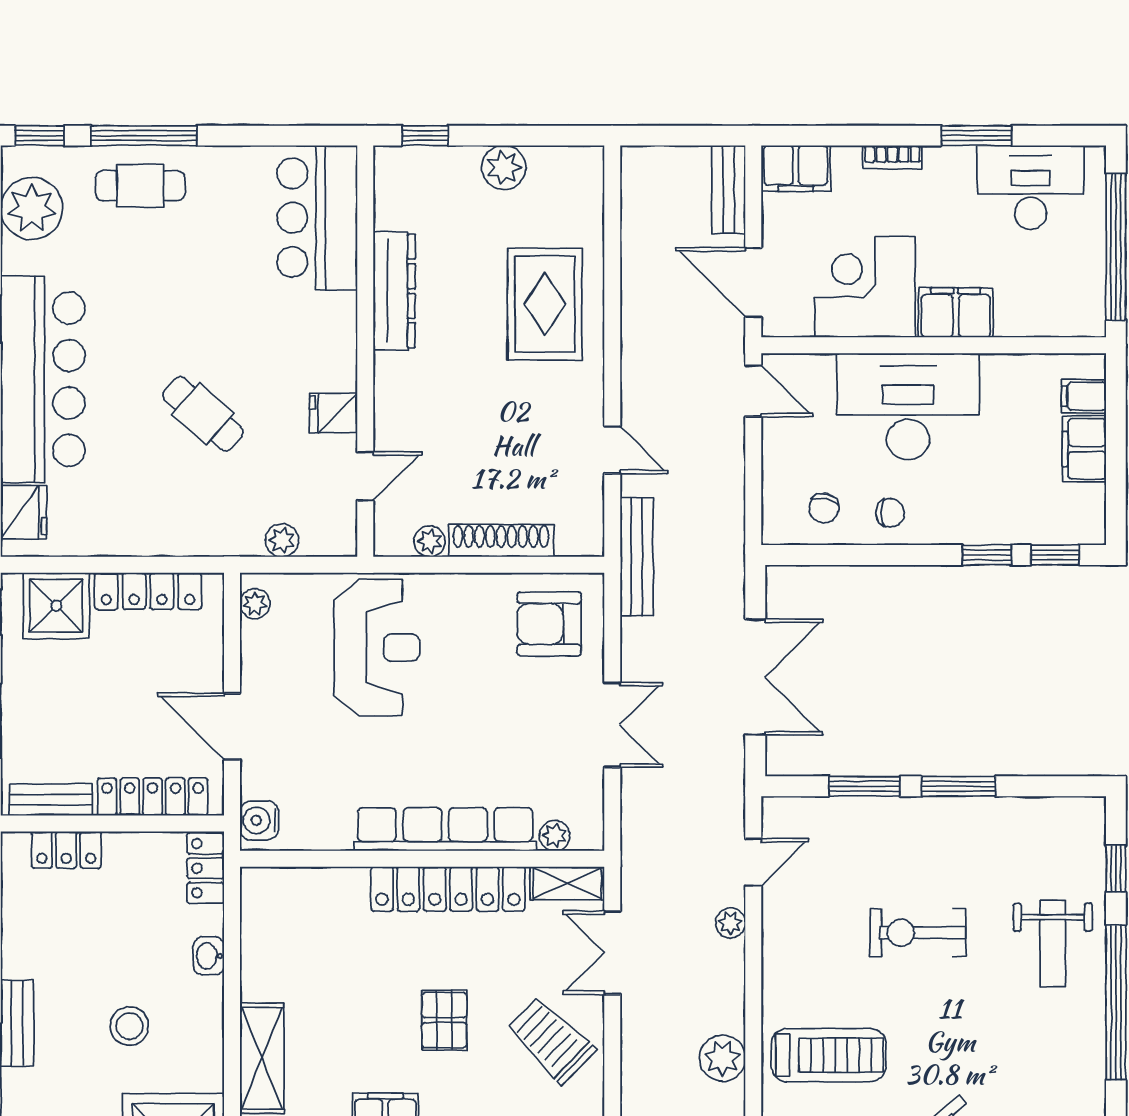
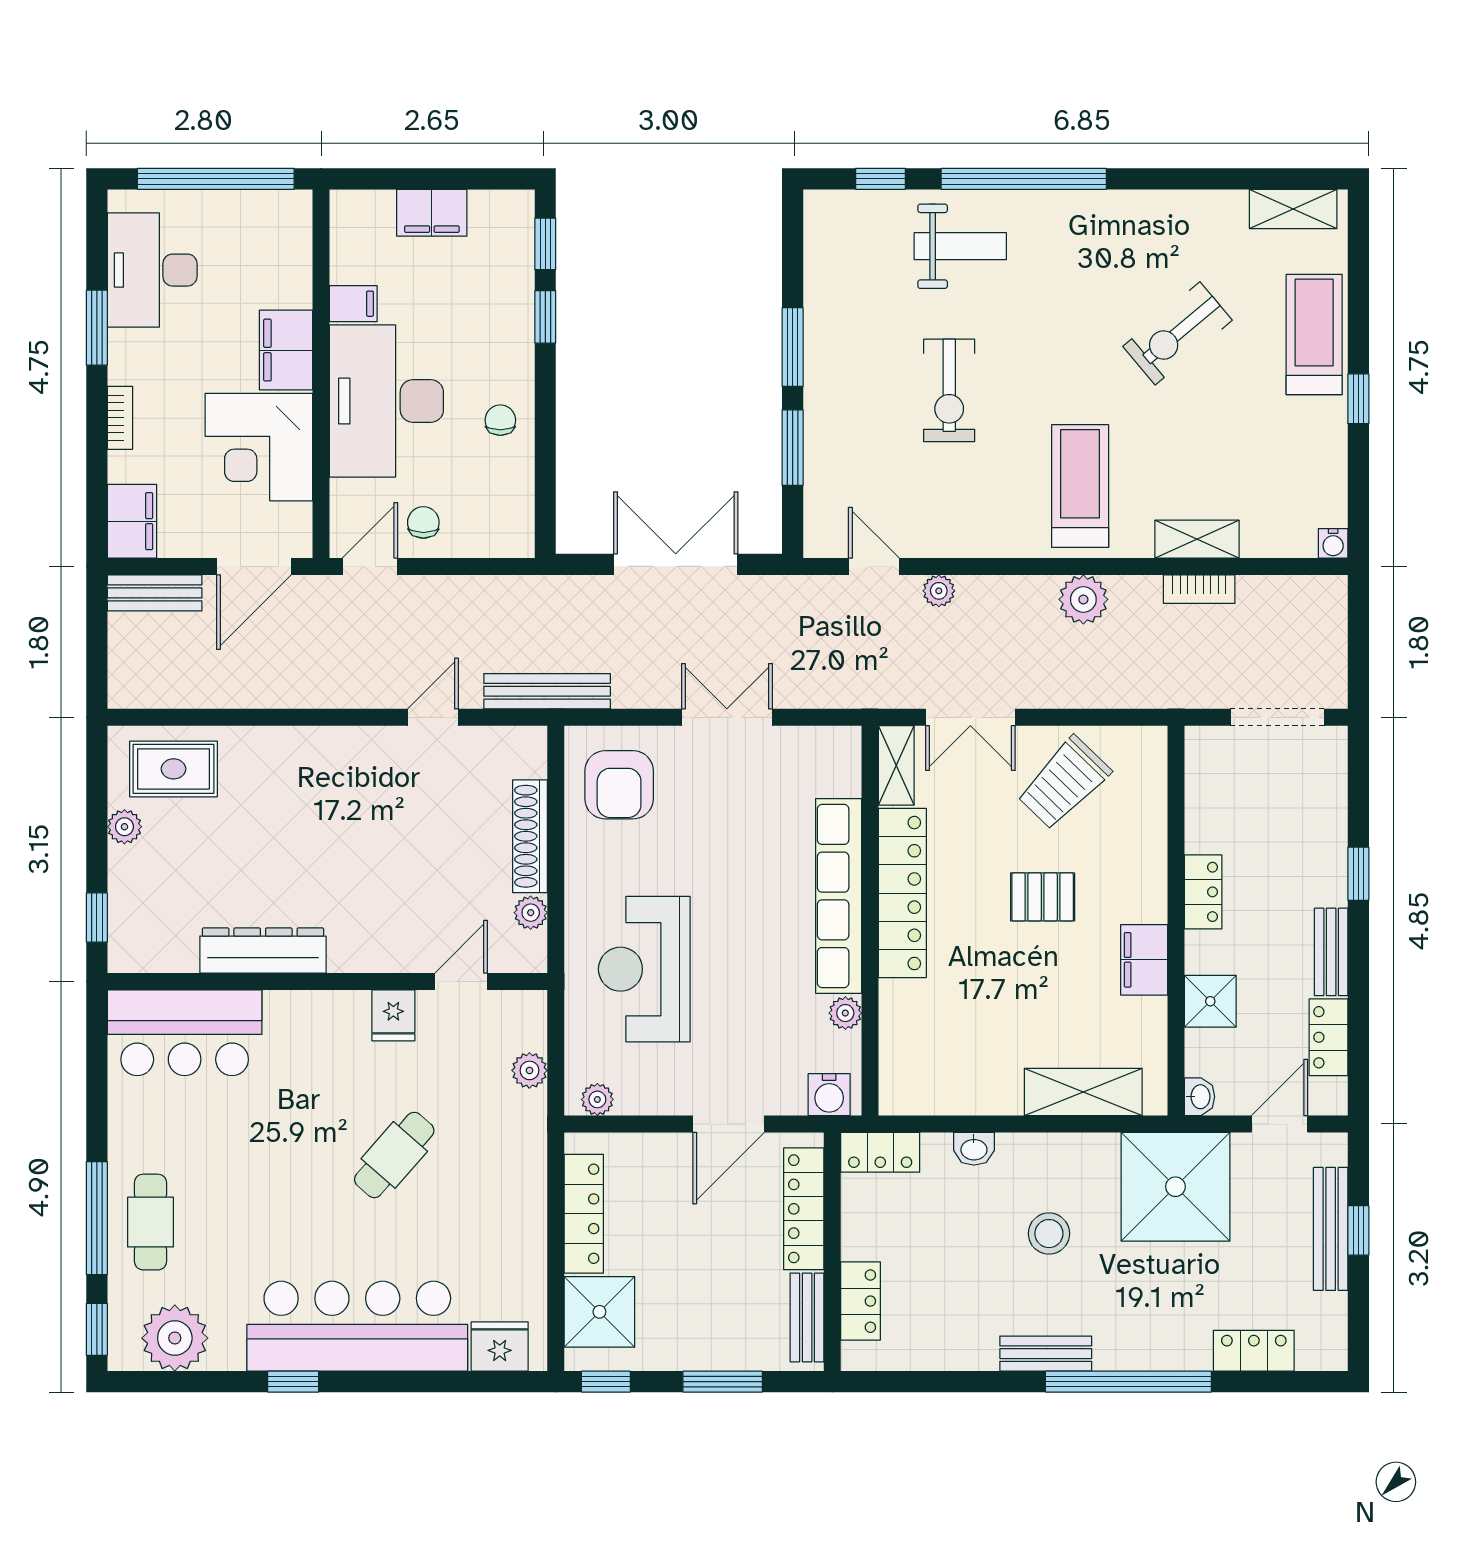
plant: (504, 167) -> (124, 827), width x0.73, depth x0.73
rug: (545, 304) -> (174, 769), moved, width x0.73, depth x0.70
filing cabinet: (1084, 396) -> (353, 304), moved, turned -90
door: (365, 476) -> (461, 981), hinge flipped
chair: (824, 508) -> (423, 522), moved, turned -103
reception desk: (377, 648) -> (644, 969), turned -90
plant: (555, 836) -> (845, 1013), moved

